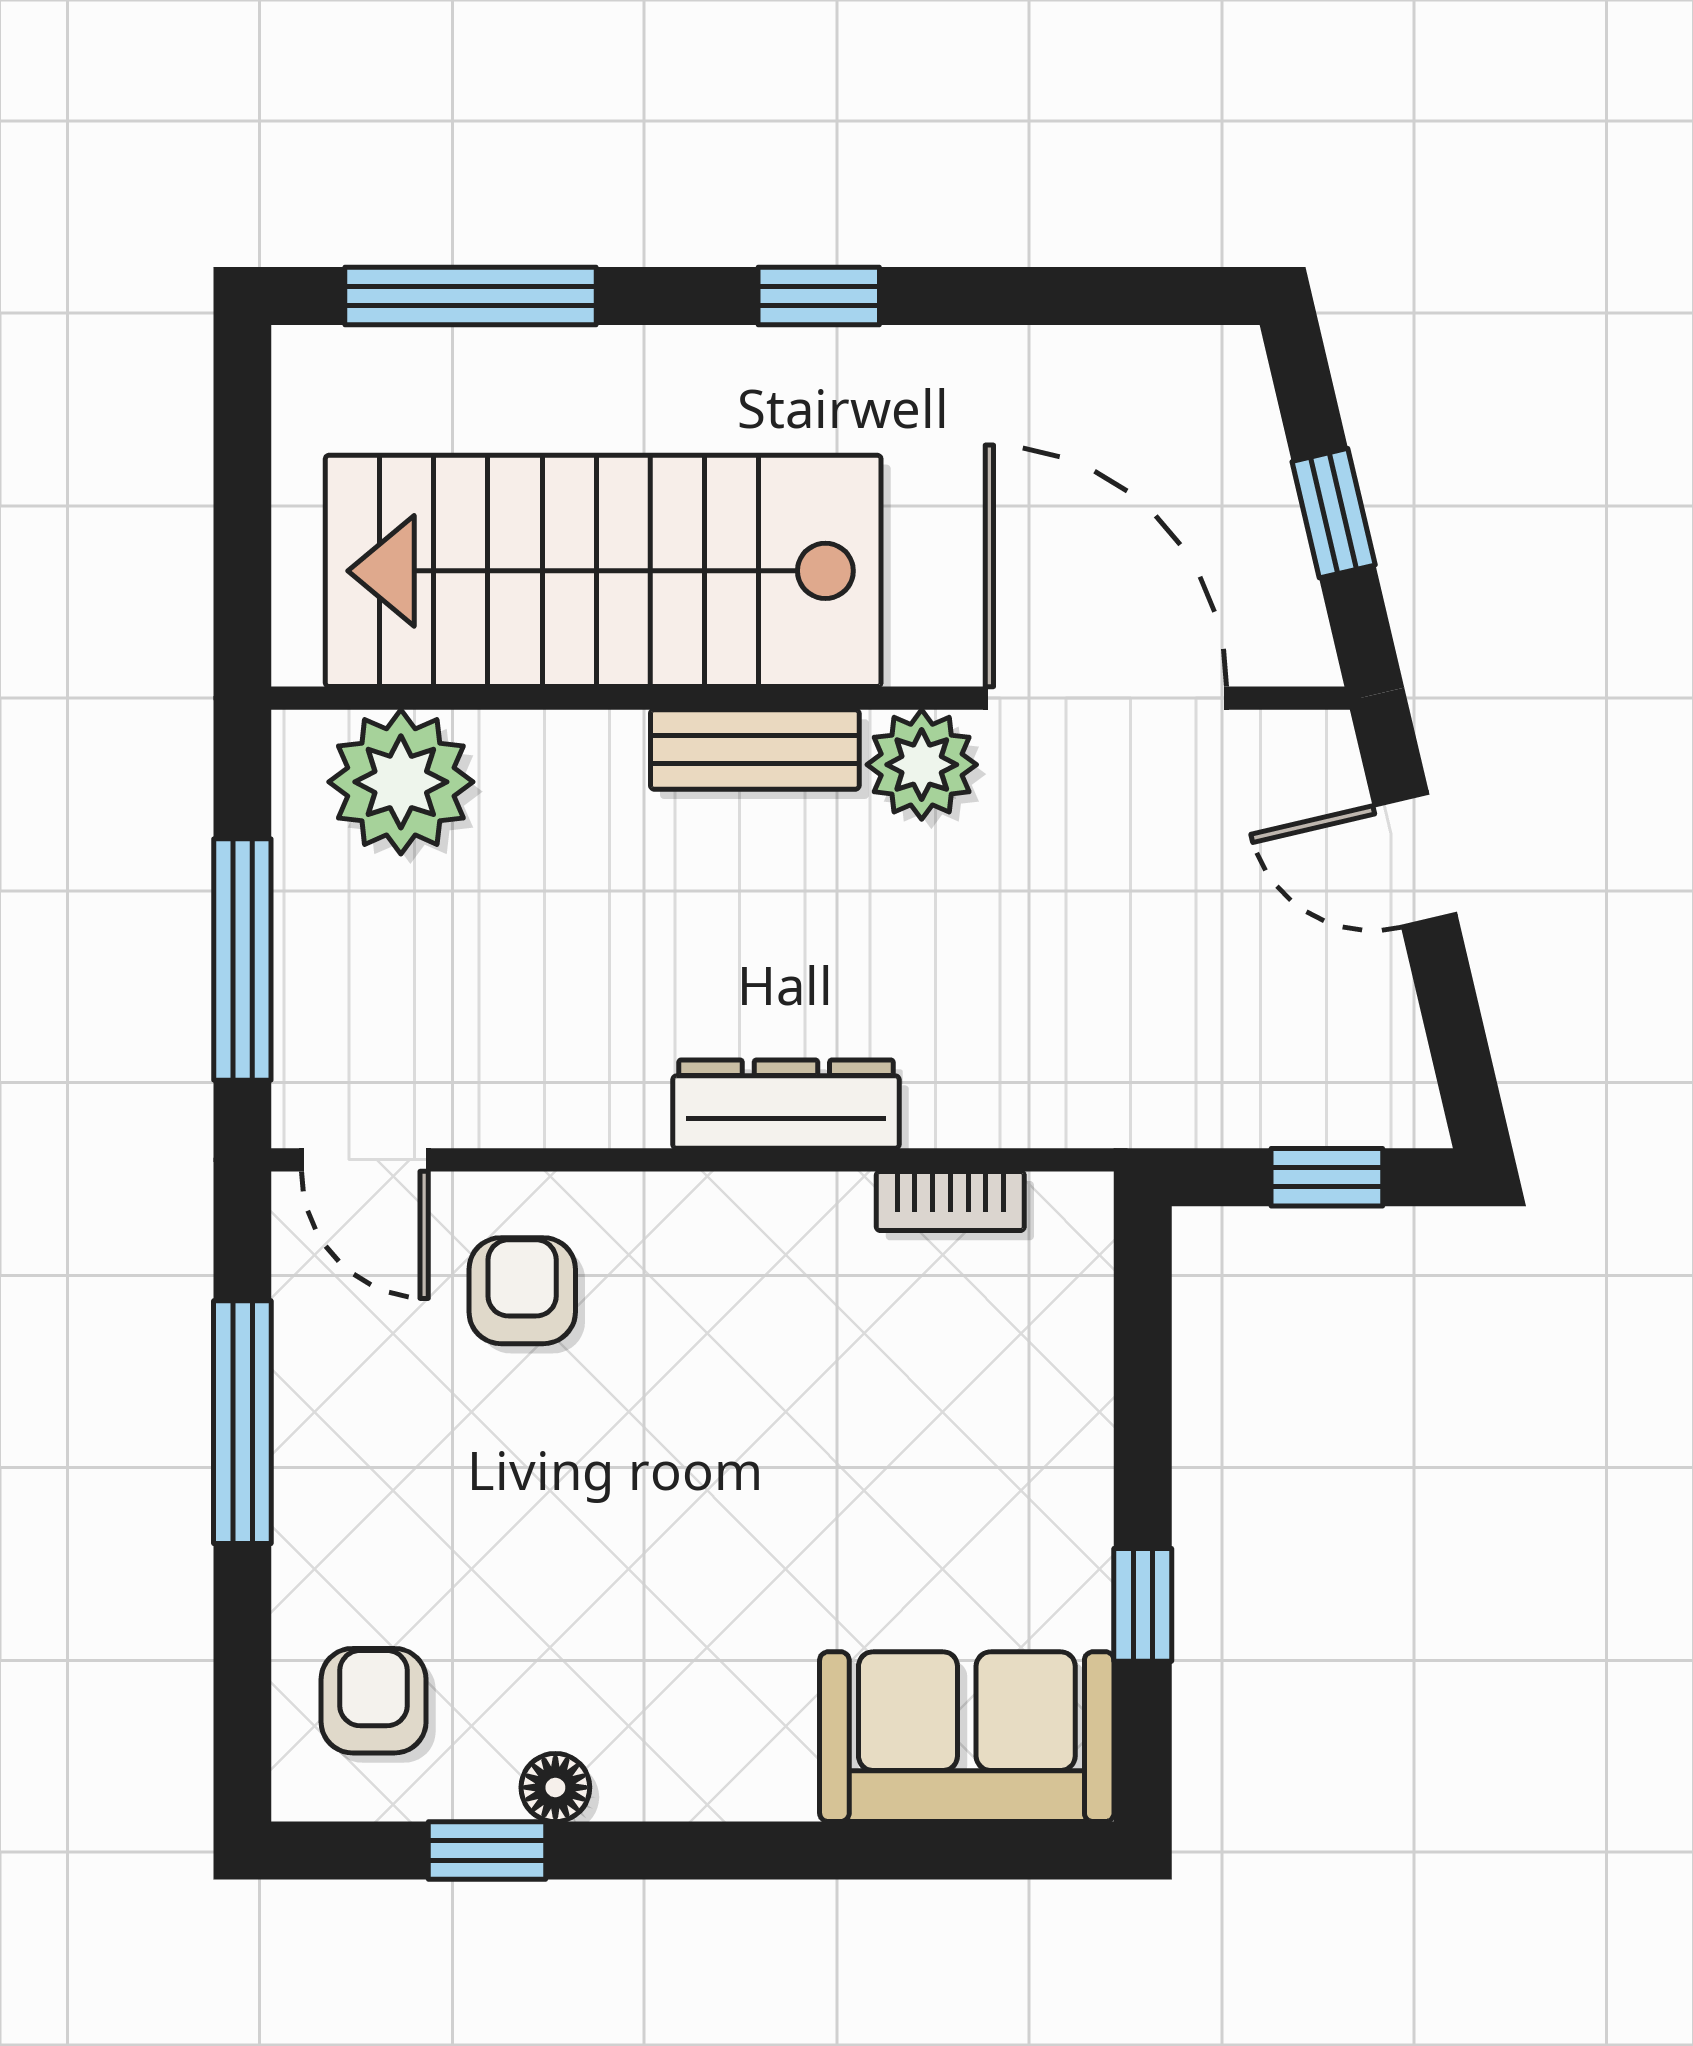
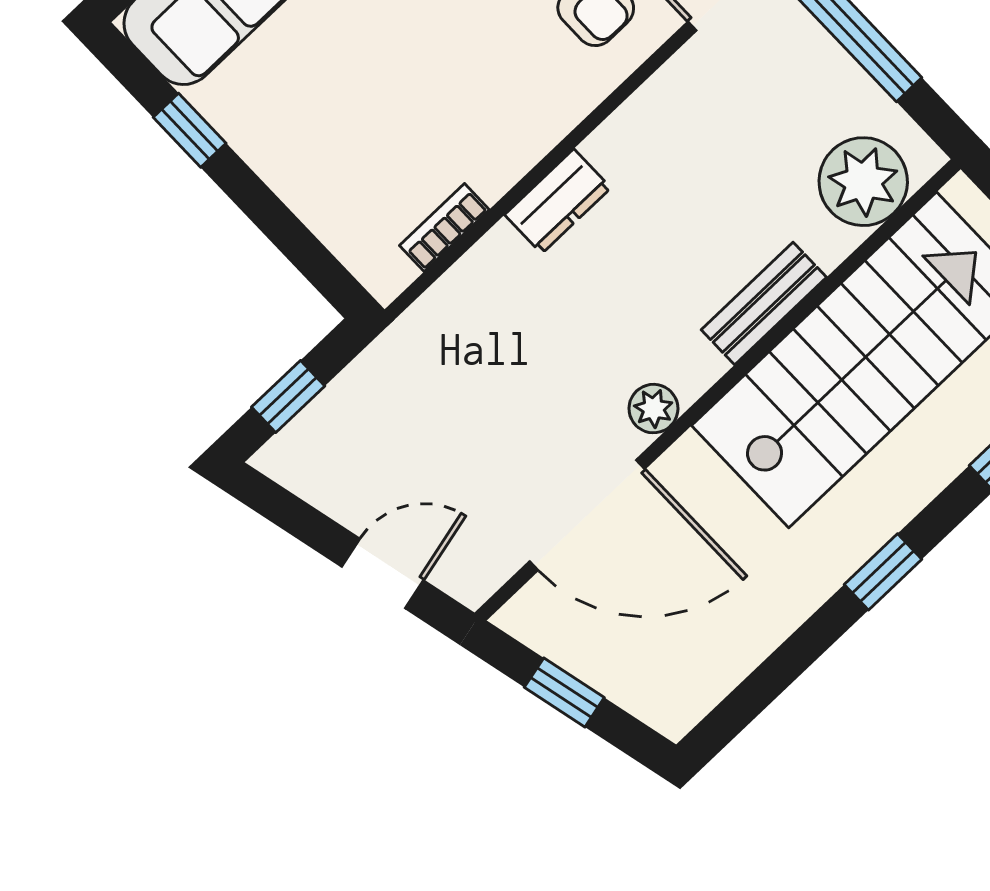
bench: (755, 749) -> (764, 304), moved
plant: (922, 765) -> (653, 409), width x0.73, depth x0.73
dresser: (786, 1104) -> (558, 201), width x0.70

